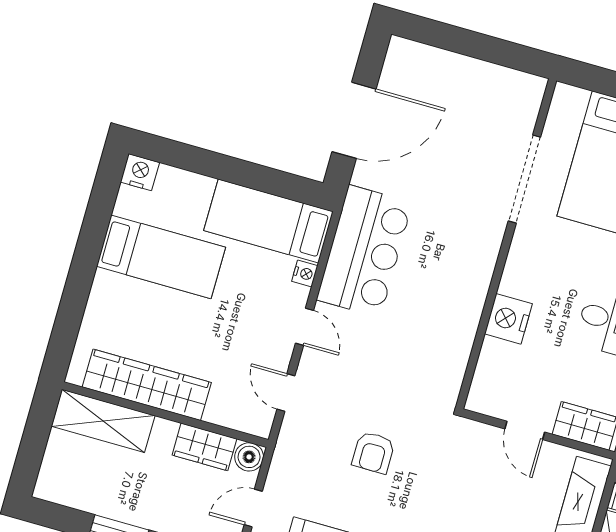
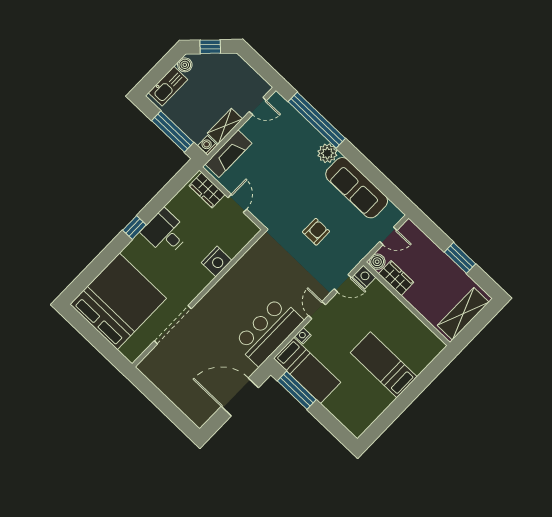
nightstand: (140, 172) -> (364, 277), moved, turned 180
window: (268, 180) -> (297, 390), added
bed: (161, 257) -> (384, 365), moved
wardrobe: (147, 385) -> (408, 323), removed
door: (286, 393) -> (343, 283), hinge flipped
shelving: (103, 421) -> (463, 314), moved, turned 90

